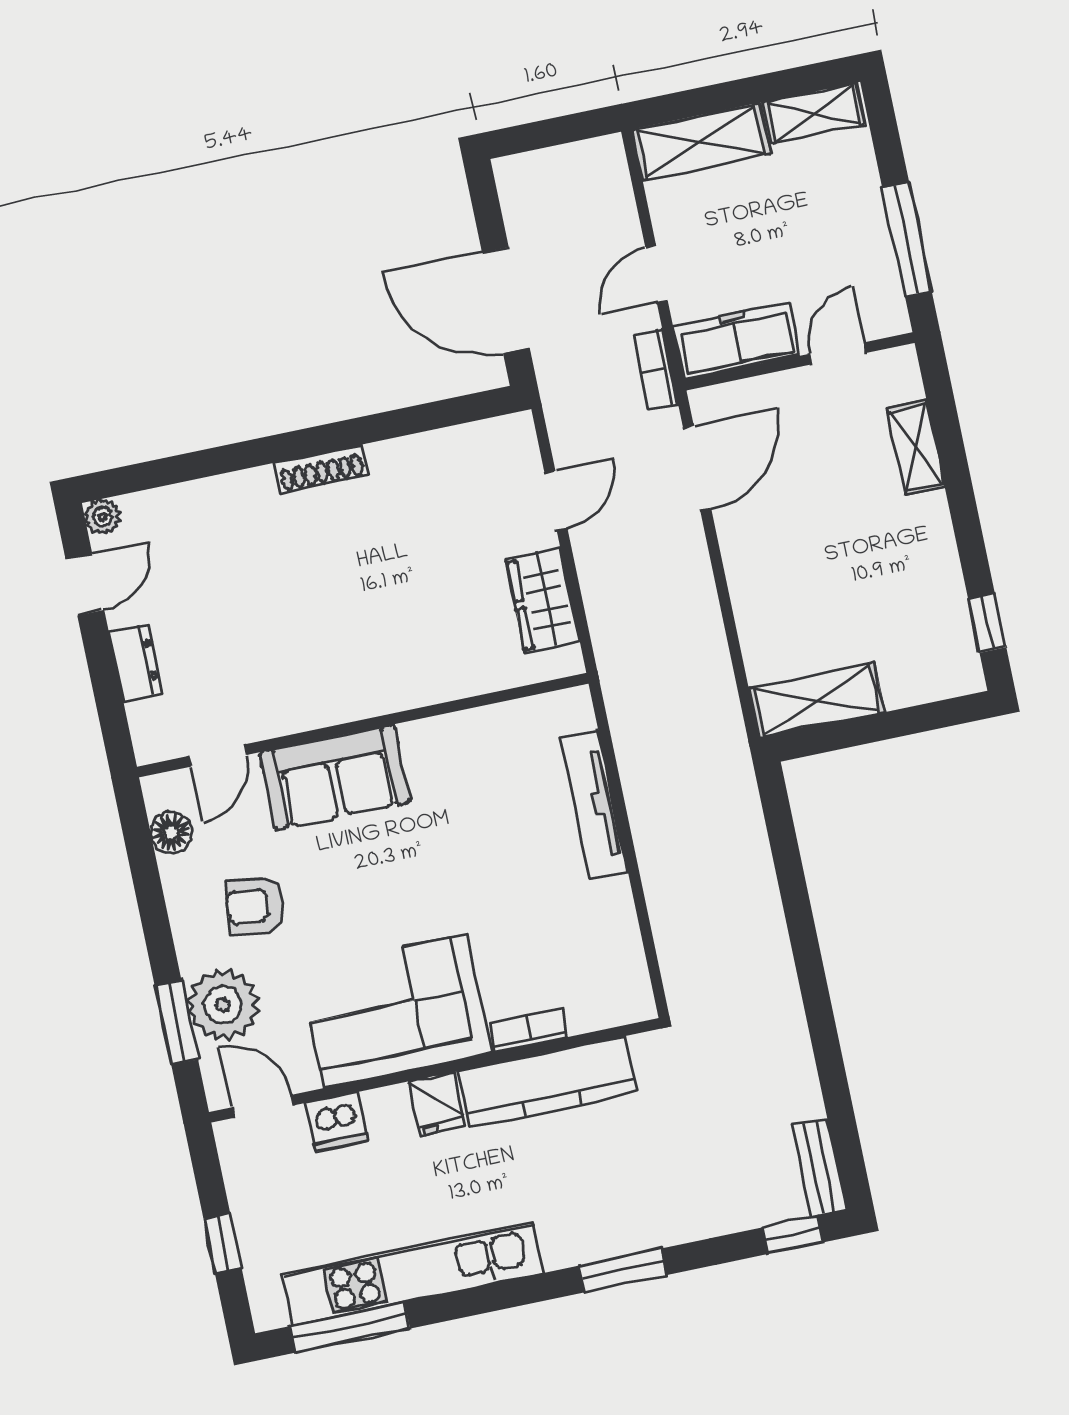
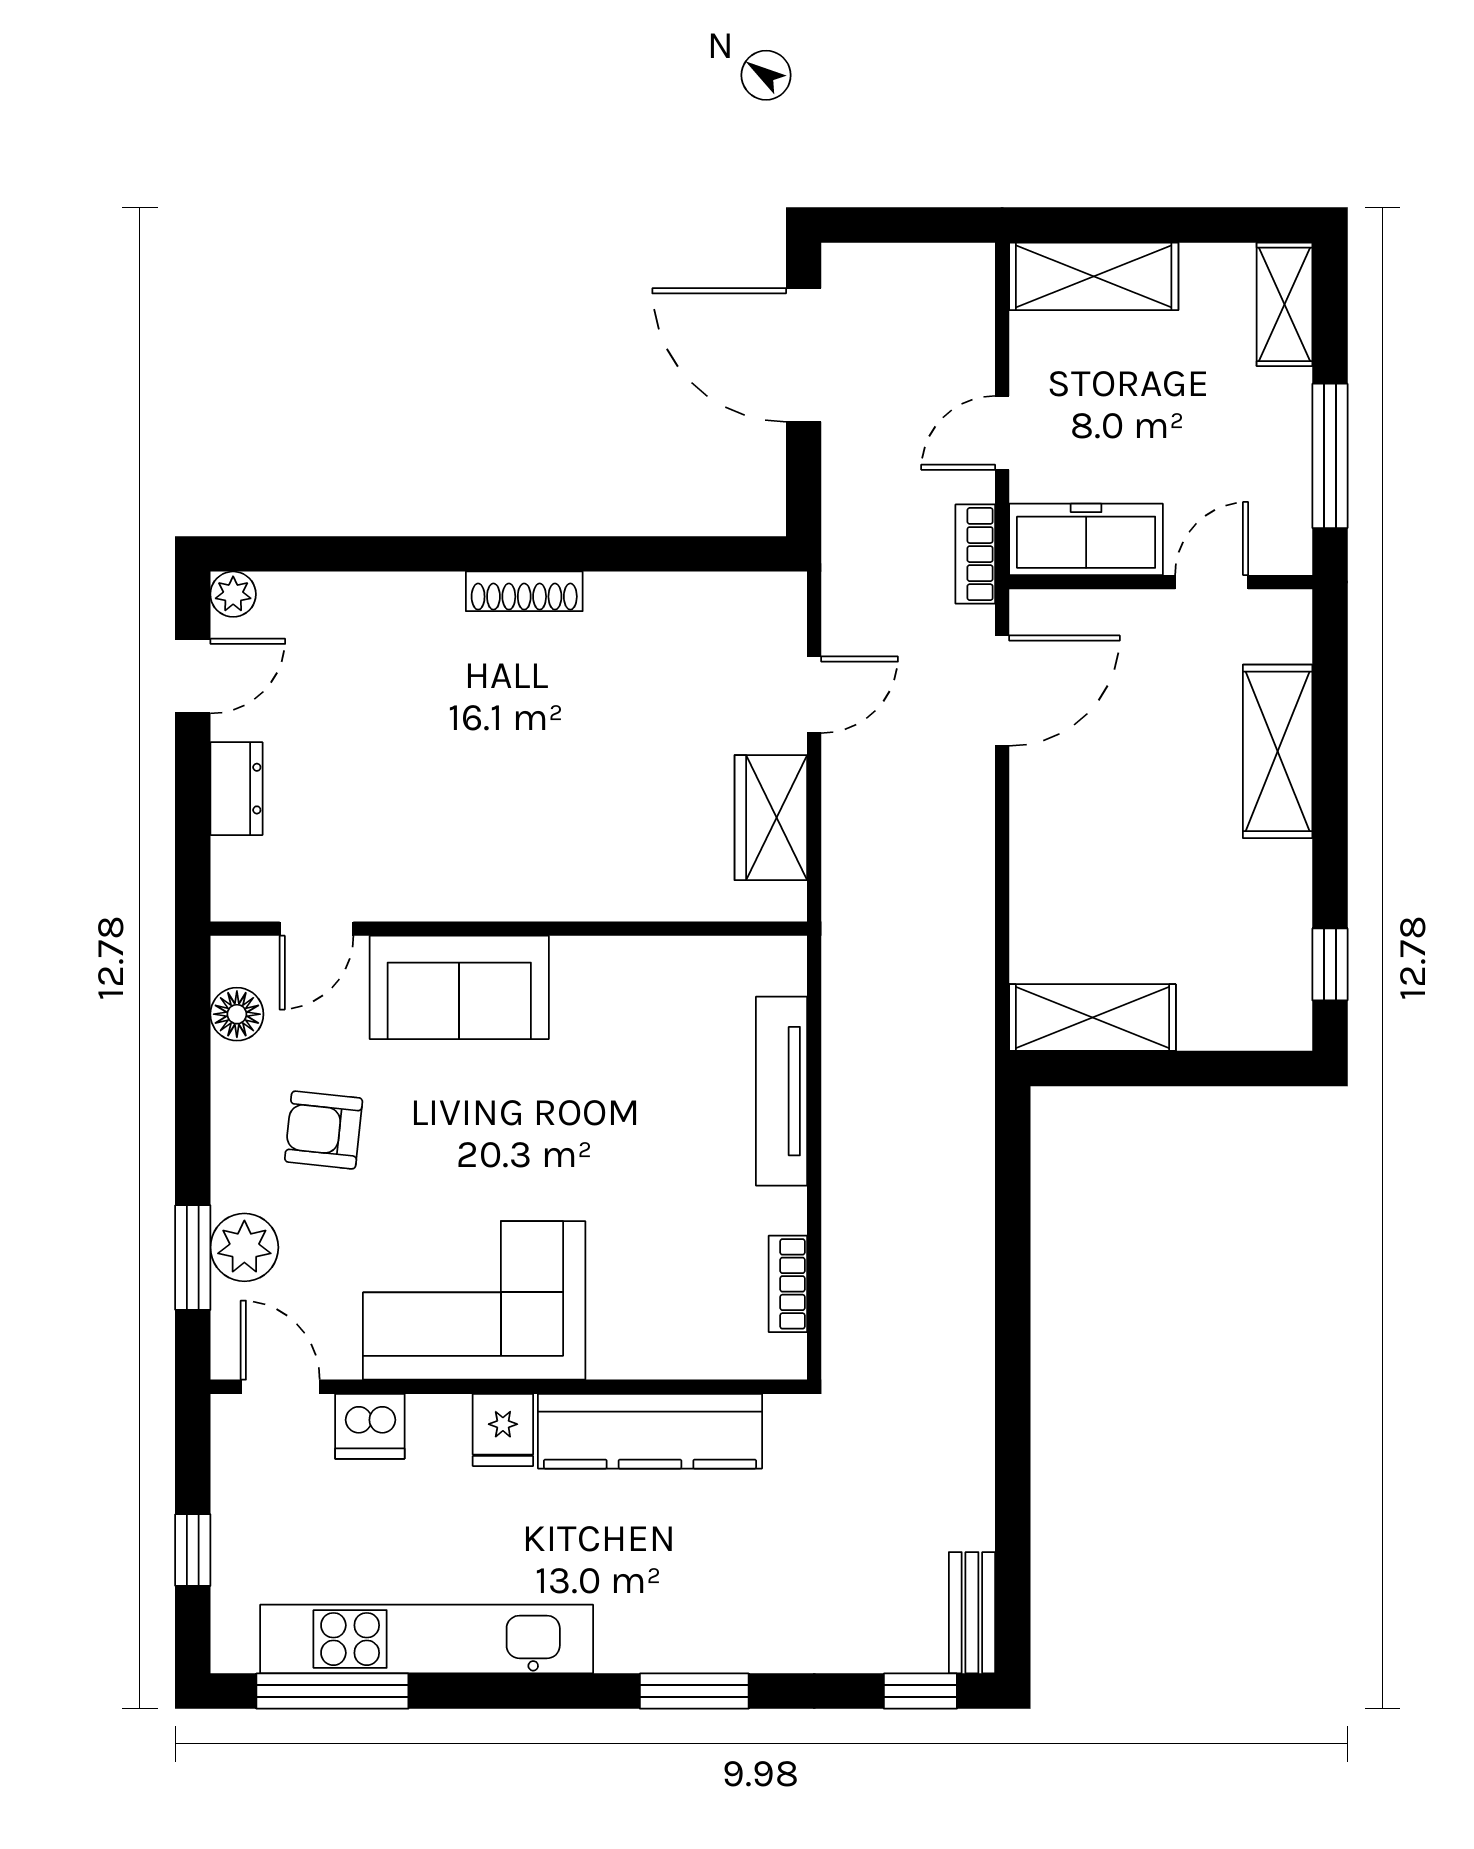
shelving: (814, 113) -> (1285, 304), moved, turned 90
door: (506, 300) -> (804, 355), moved
shelving: (916, 447) -> (1278, 751), width x1.50, depth x1.33
plant: (223, 1005) -> (244, 1247), width x0.73, depth x0.73
bookcase: (528, 1030) -> (788, 1284), moved, turned -90

